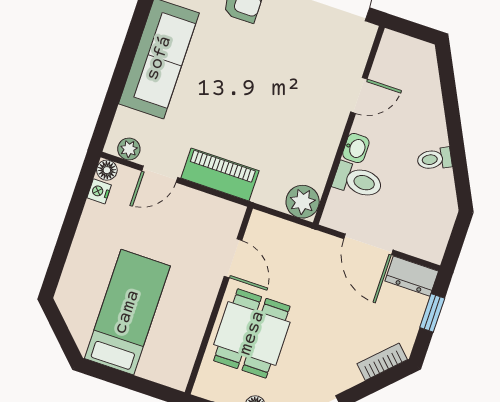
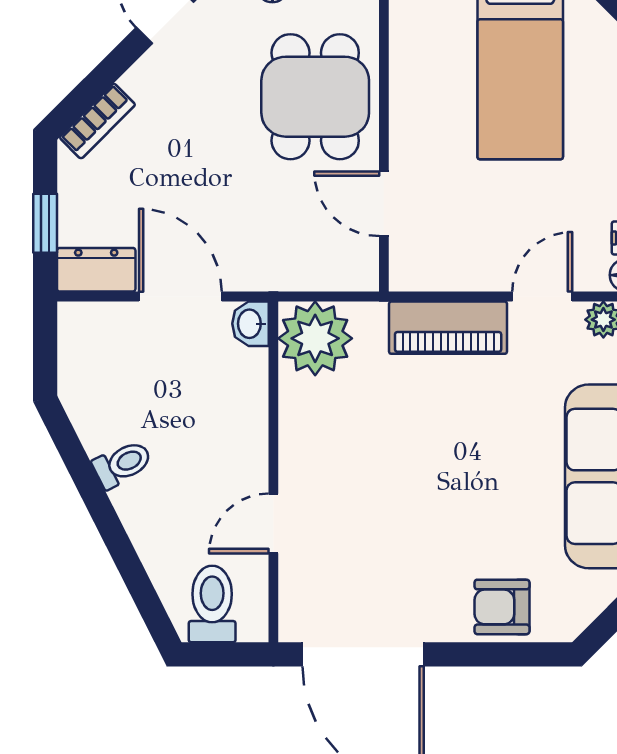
washbasin: (356, 148) -> (250, 324), moved
toilet: (358, 181) -> (212, 604), moved, turned 90
plant: (303, 202) -> (315, 338), width x1.36, depth x1.36

